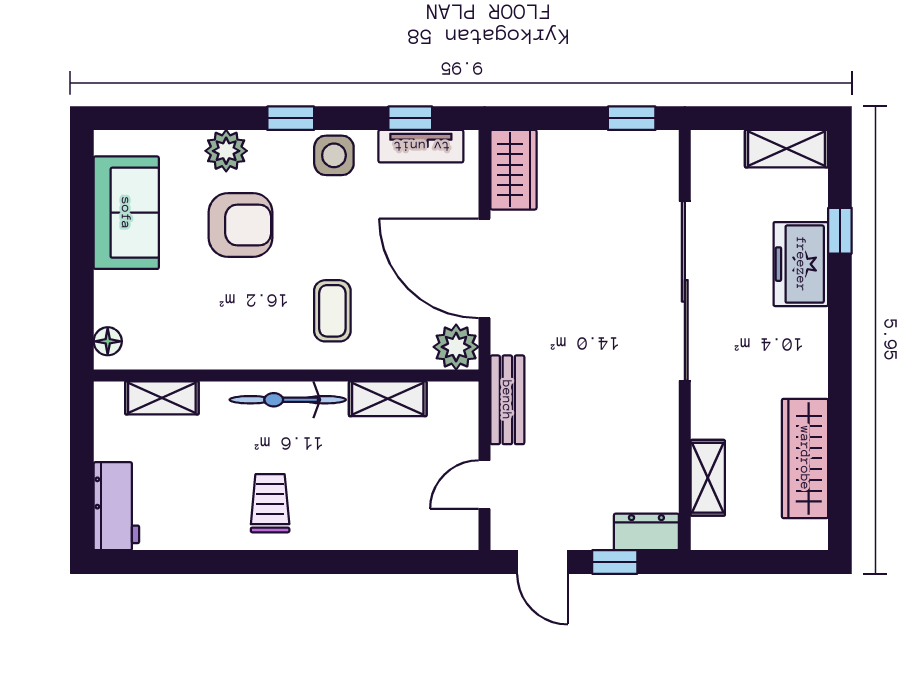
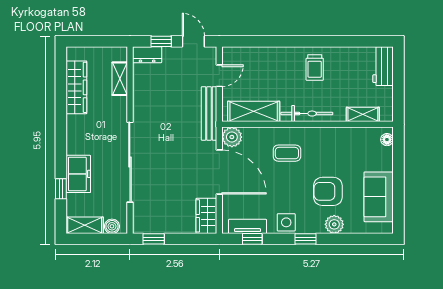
boiler: (725, 147) -> (112, 226), added
coffee table: (332, 311) -> (287, 153), turned 90
shelving: (388, 399) -> (254, 111), width x1.50, depth x1.33
bench: (507, 400) -> (209, 113), width x1.36

